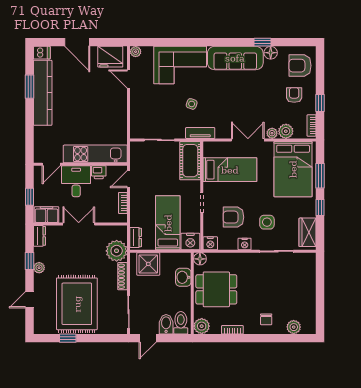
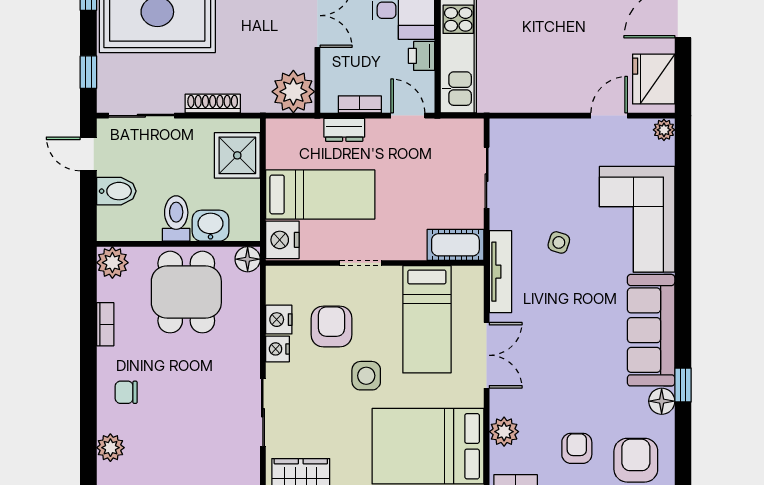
armchair: (294, 95) -> (577, 448), turned -90
tv unit: (200, 133) -> (500, 272), width x1.41
plant: (272, 133) -> (500, 404), removed
cot: (190, 161) -> (455, 245), width x0.73, depth x0.75
side table: (267, 222) -> (366, 376), moved
dresser: (136, 237) -> (344, 130), moved
nightstand: (210, 243) -> (279, 320), moved
plant: (117, 251) -> (293, 92), moved
toilet: (181, 323) -> (176, 218), moved, turned -90
window: (107, 338) -> (88, 72), added

